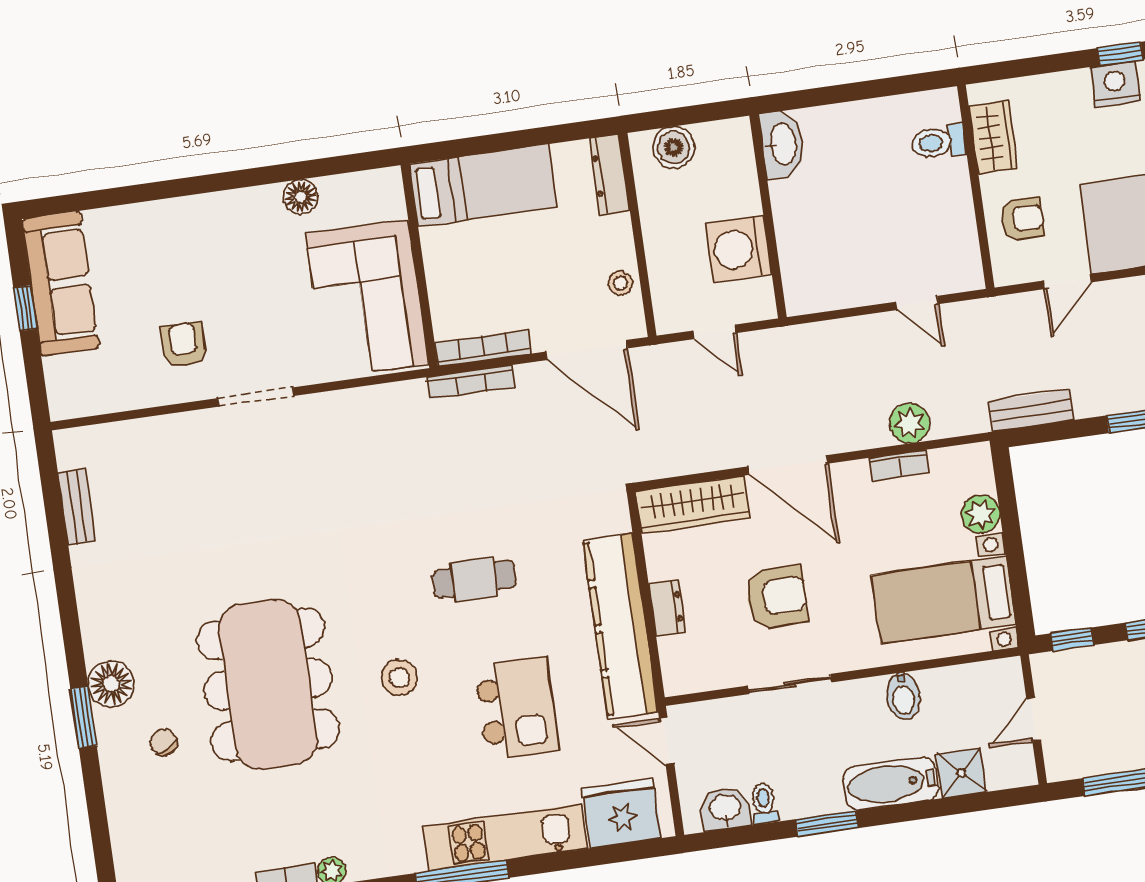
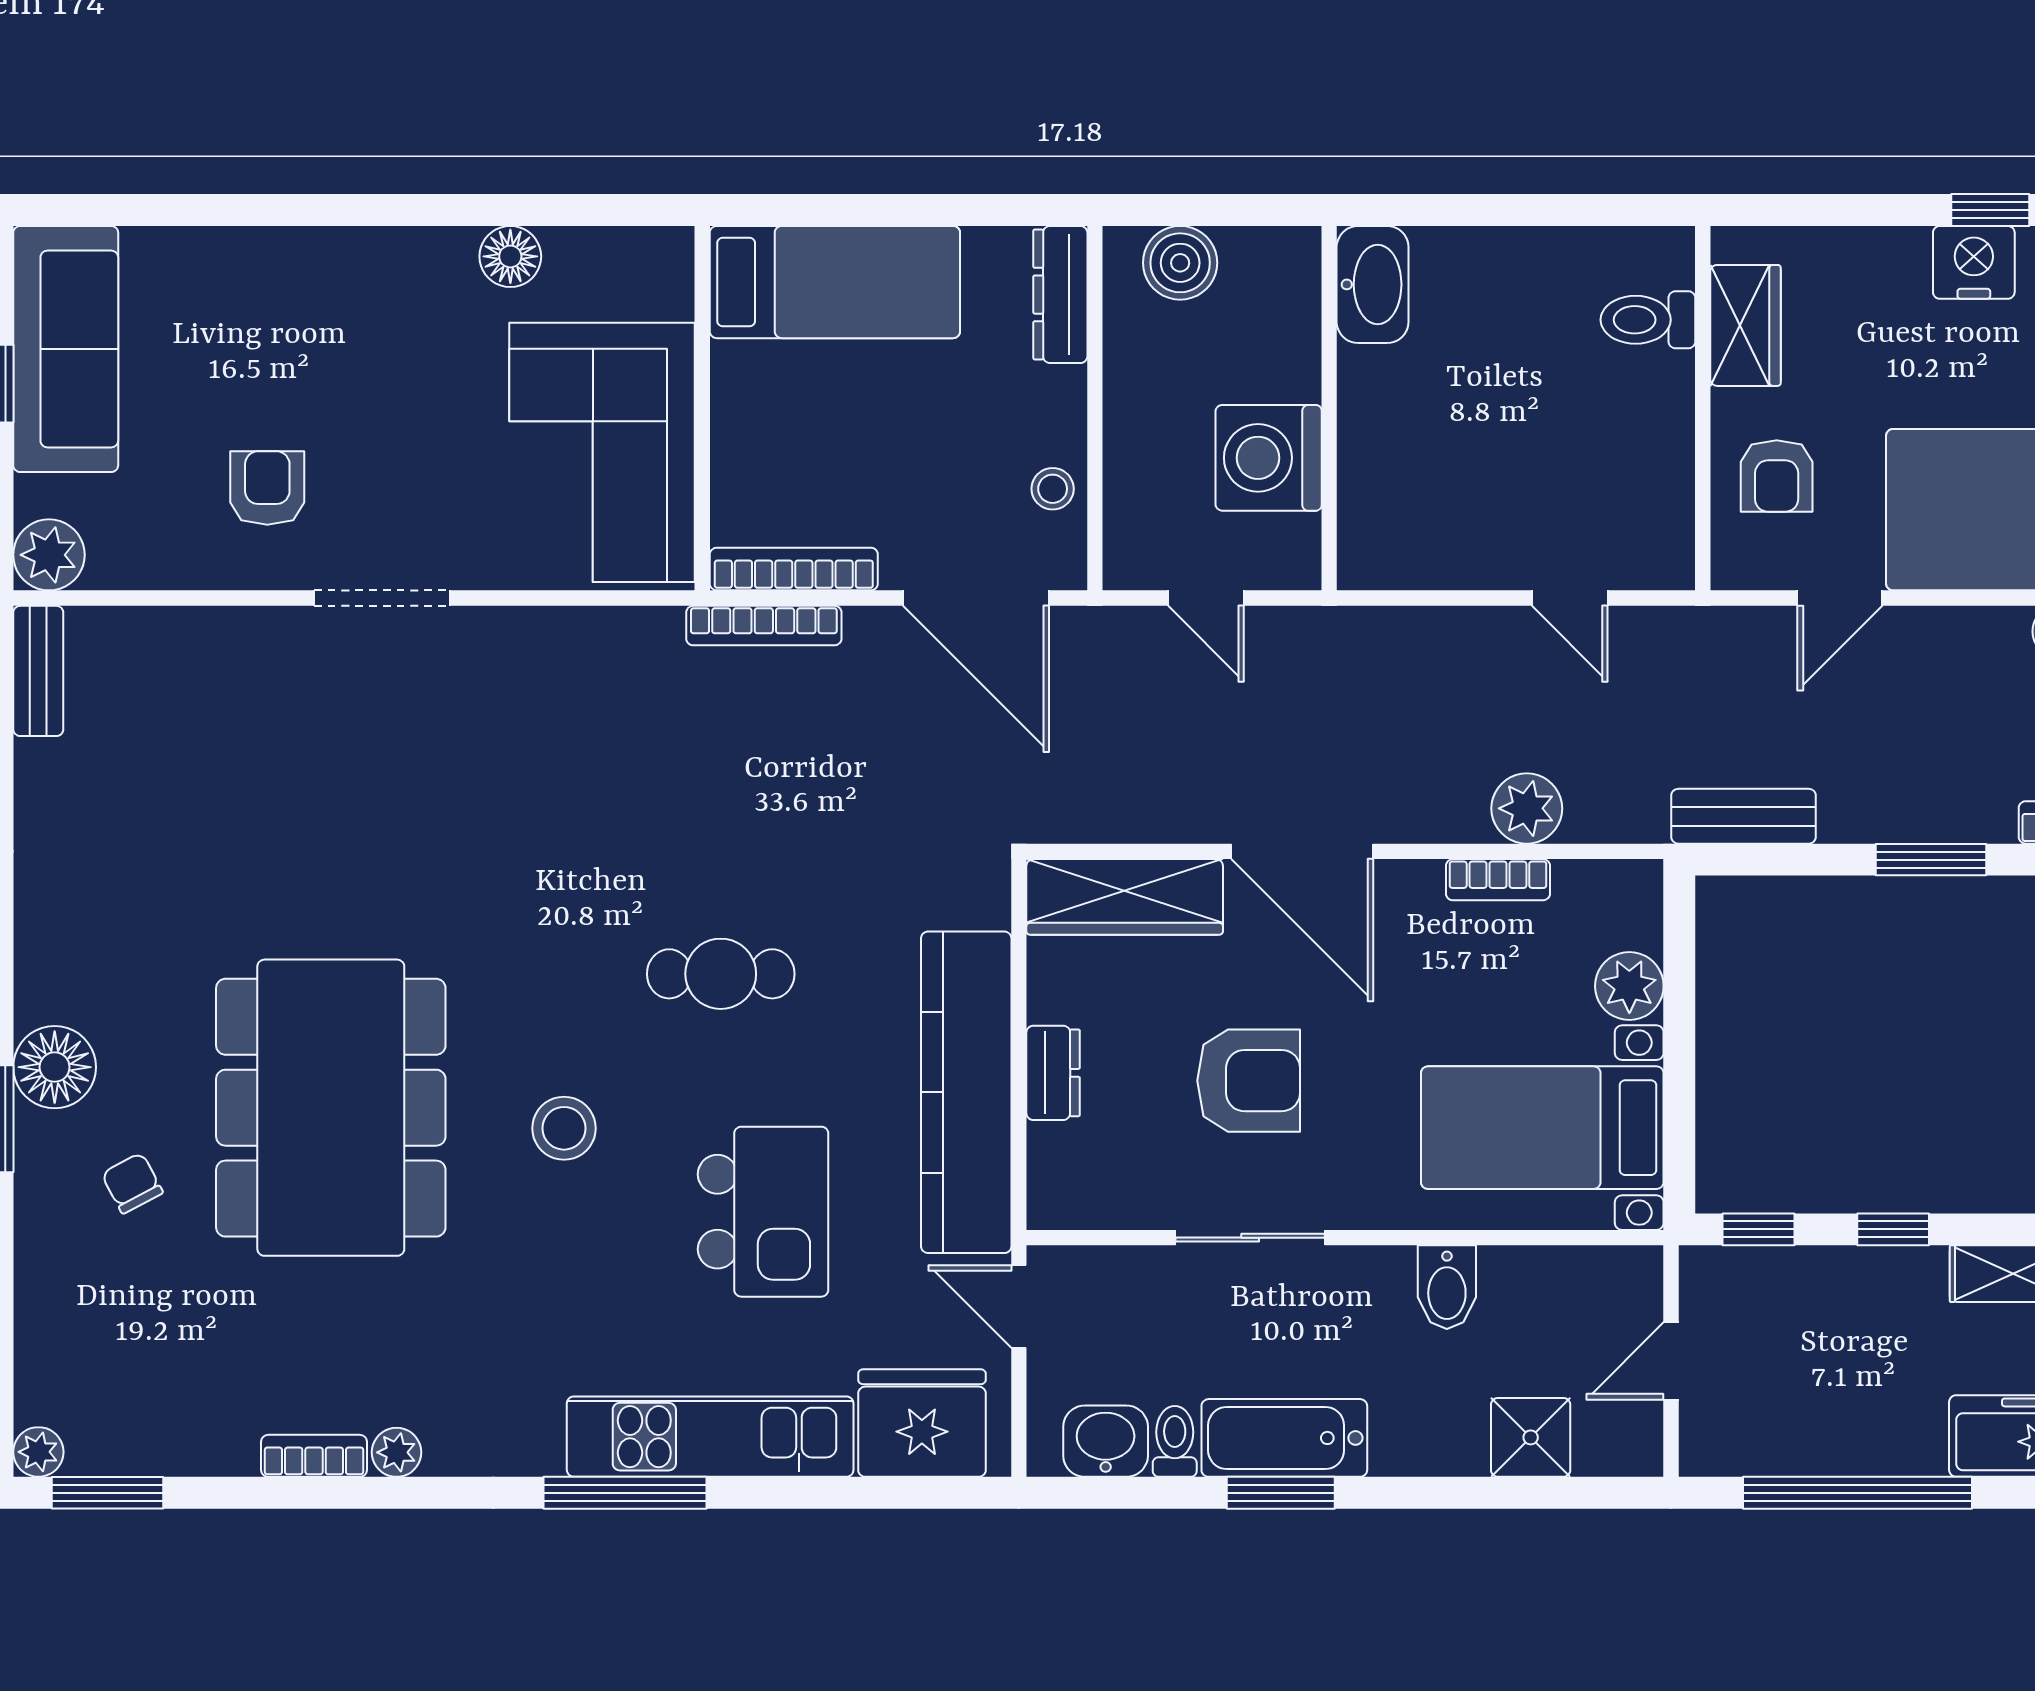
armchair: (1022, 219) -> (1777, 476), turned 90
plant: (67, 399) -> (49, 555), added
bench: (77, 507) -> (38, 671), moved
bathtub: (891, 783) -> (1284, 1438), moved

